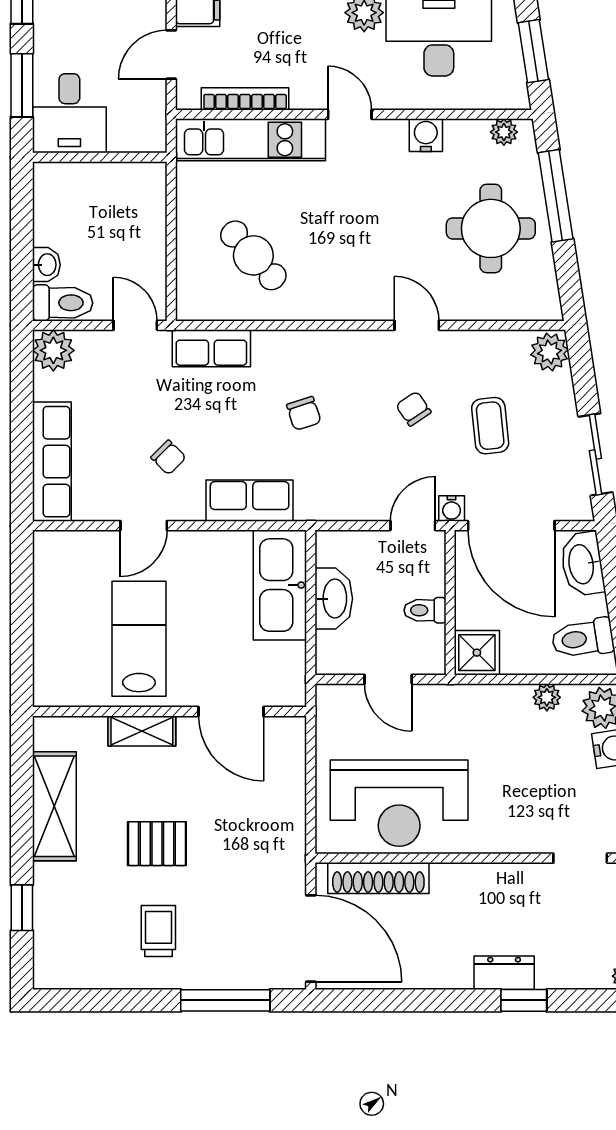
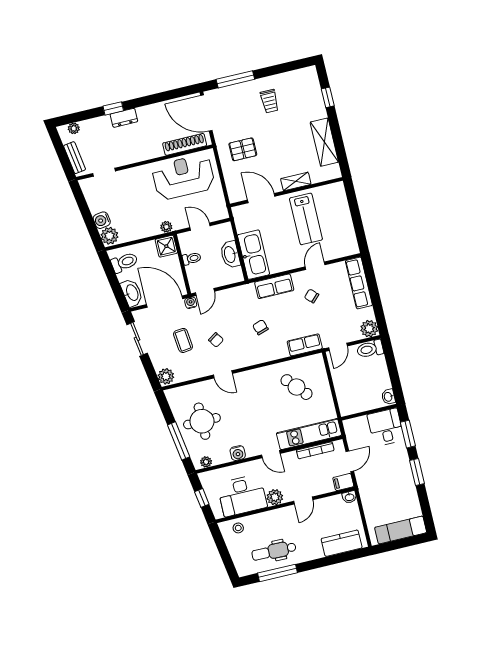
window: (533, 51) -> (202, 498), width x0.67
washbasin: (46, 265) -> (388, 397), moved
door: (135, 325) -> (338, 347), hinge flipped
plant: (547, 697) -> (166, 227), moved
pallet: (157, 844) -> (243, 149), moved

